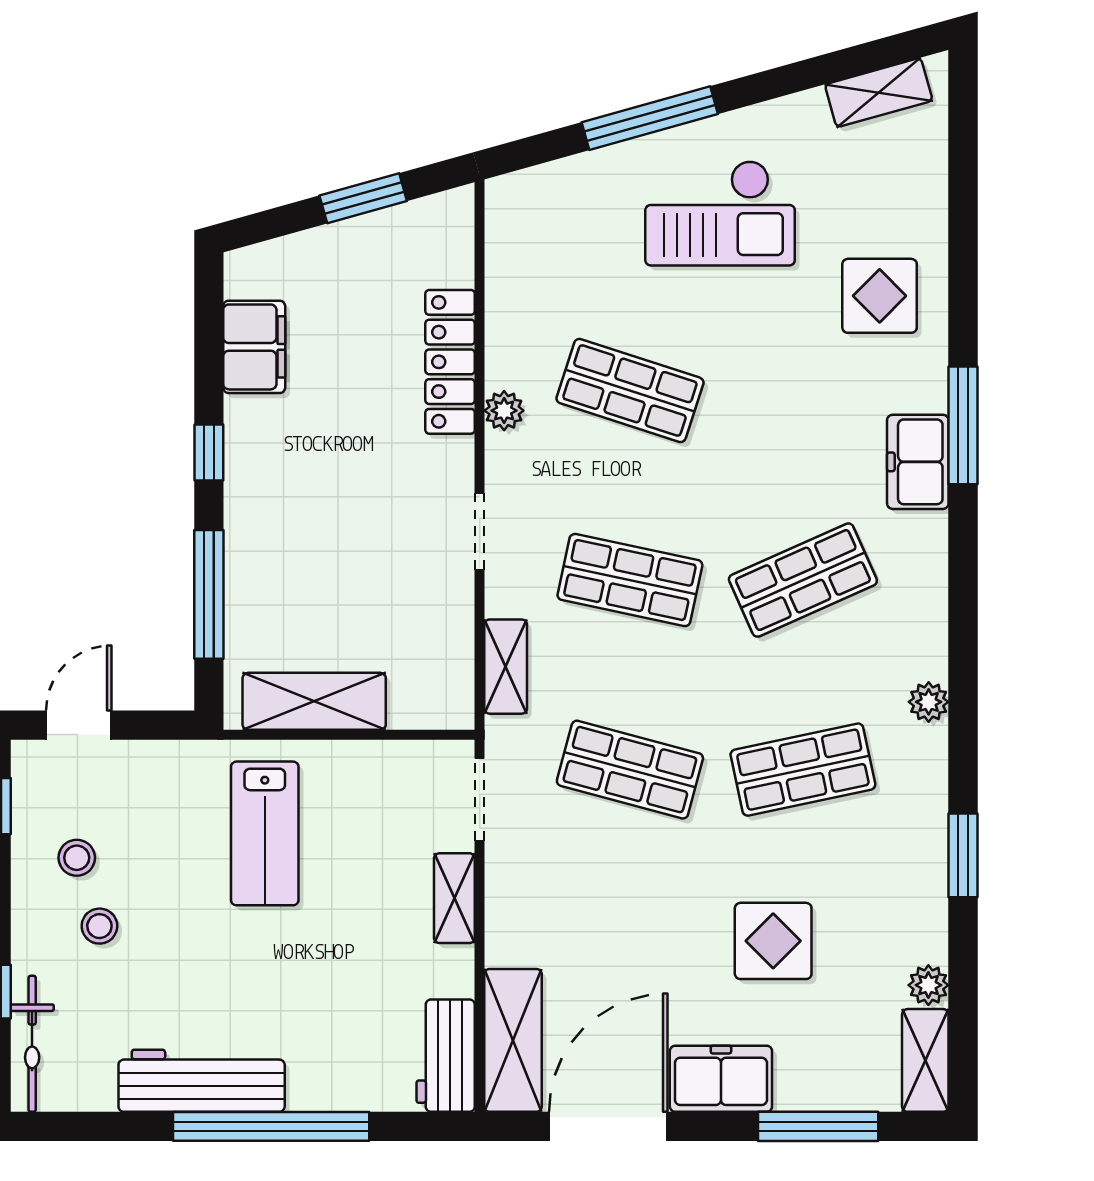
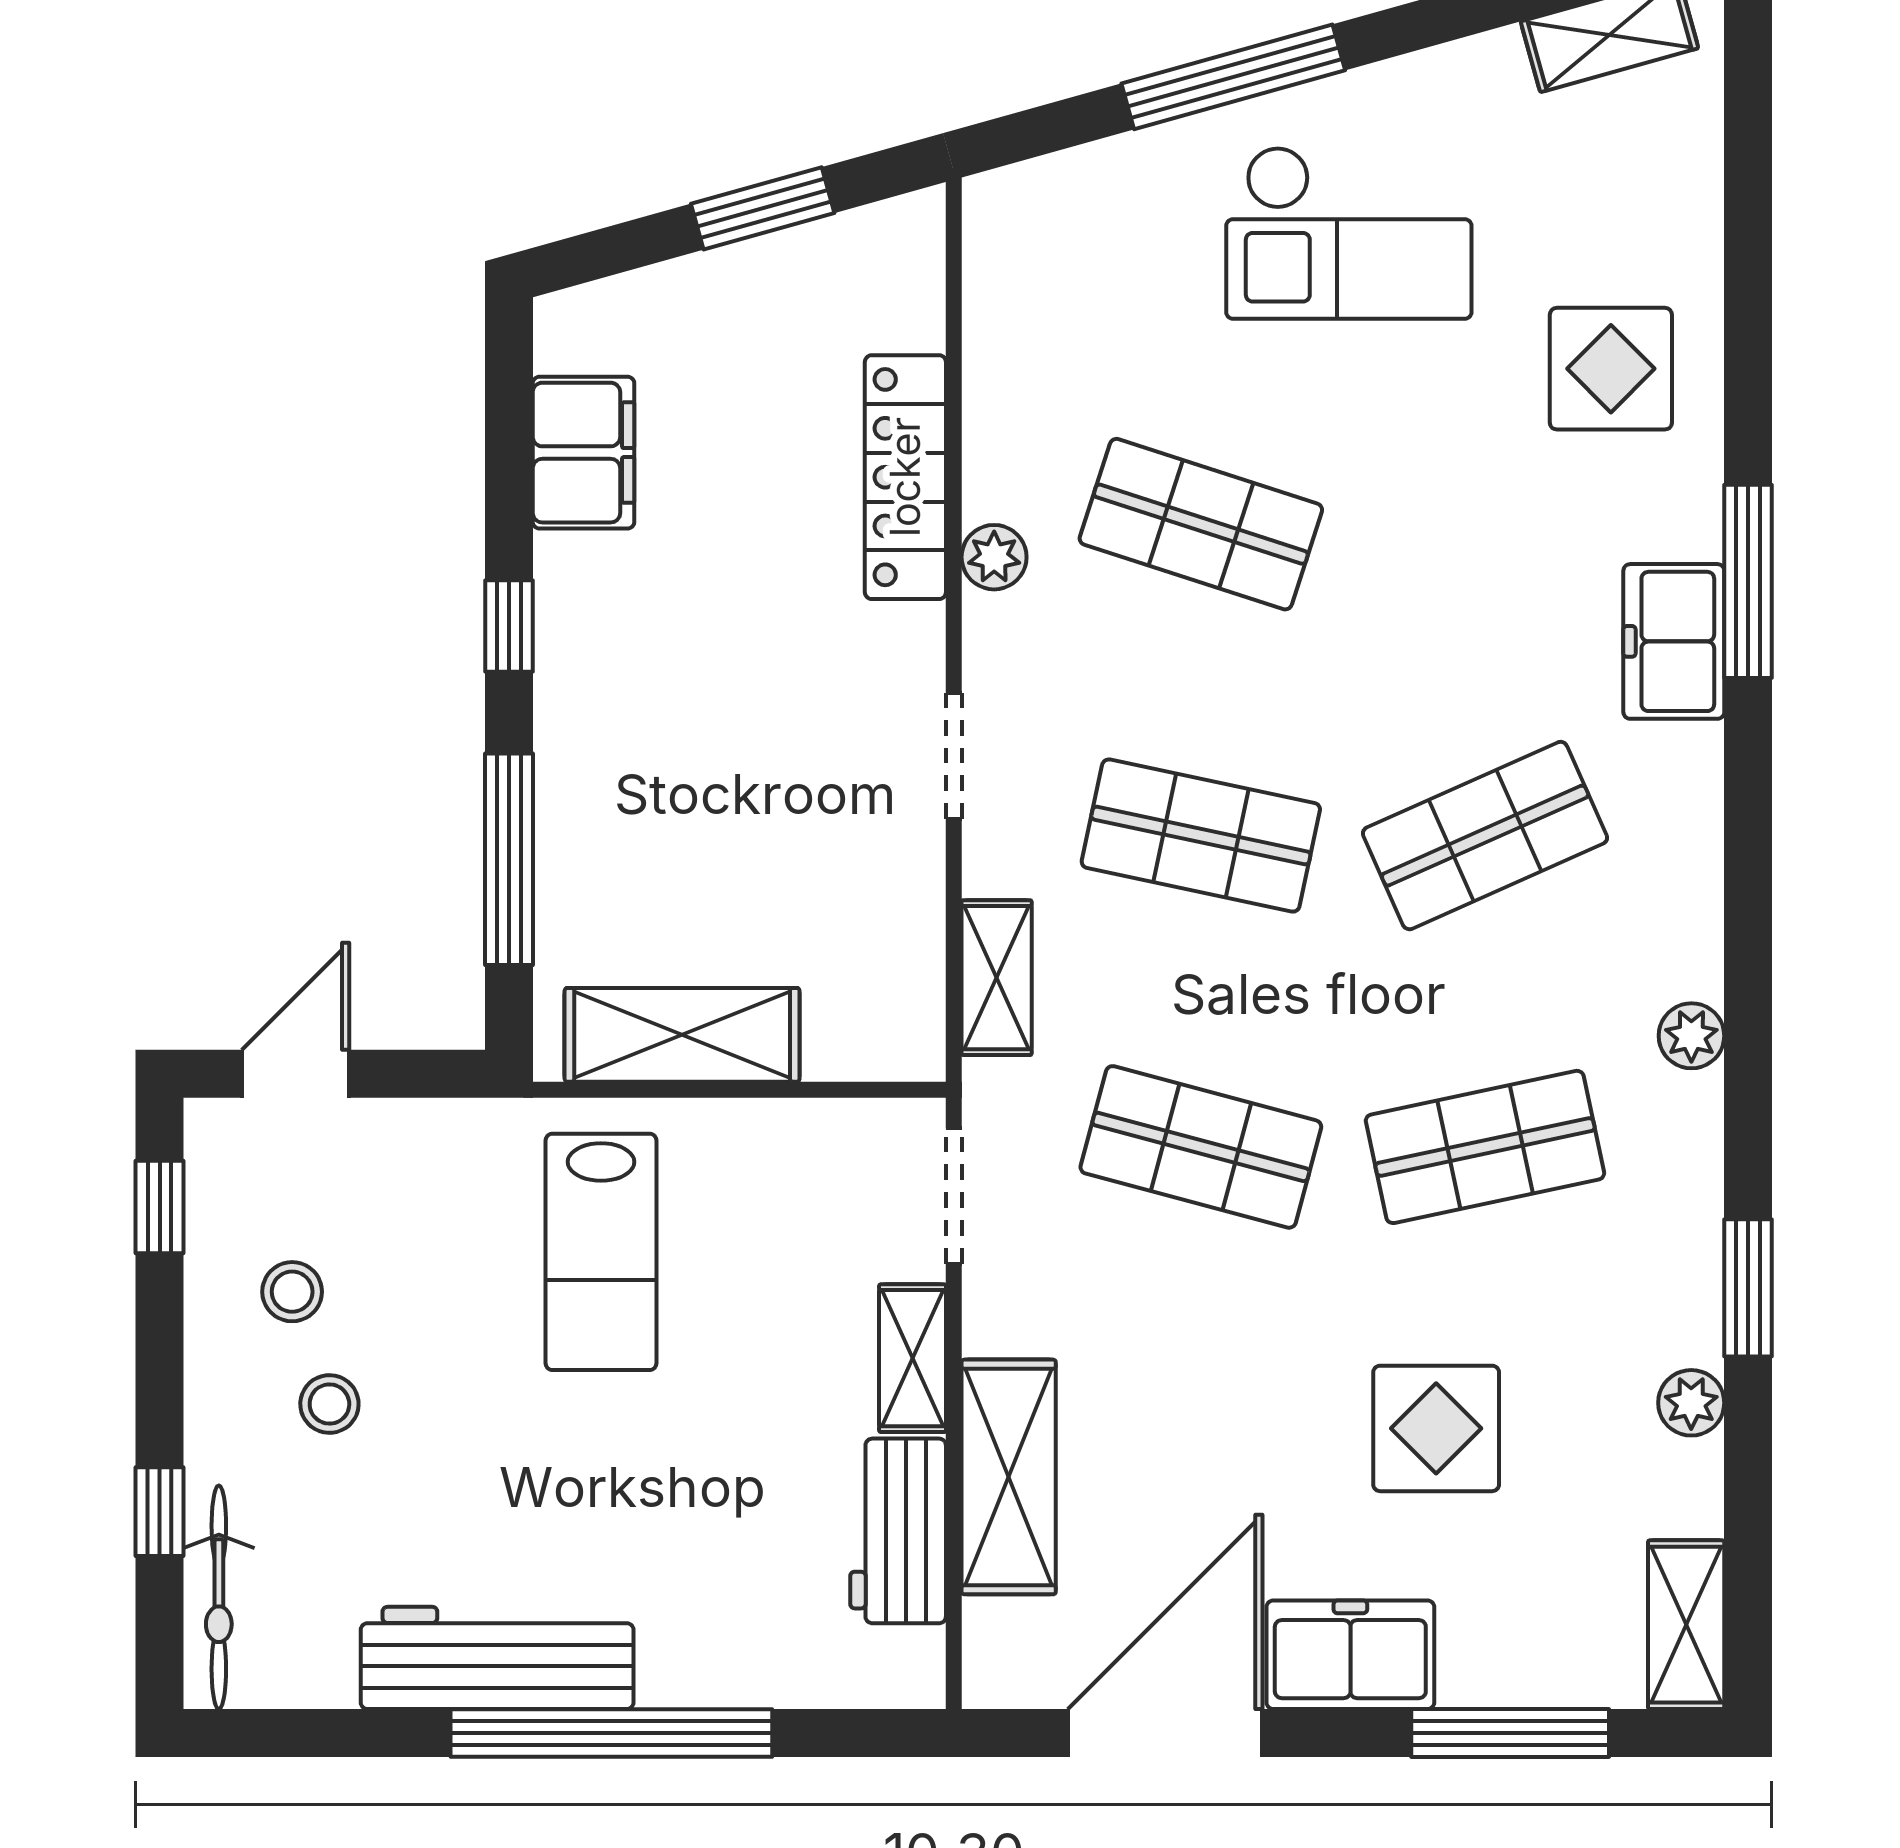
plant: (928, 985) -> (1691, 1403), moved
shelving: (513, 1040) -> (1009, 1477), moved
workbench: (446, 1056) -> (898, 1531), moved

